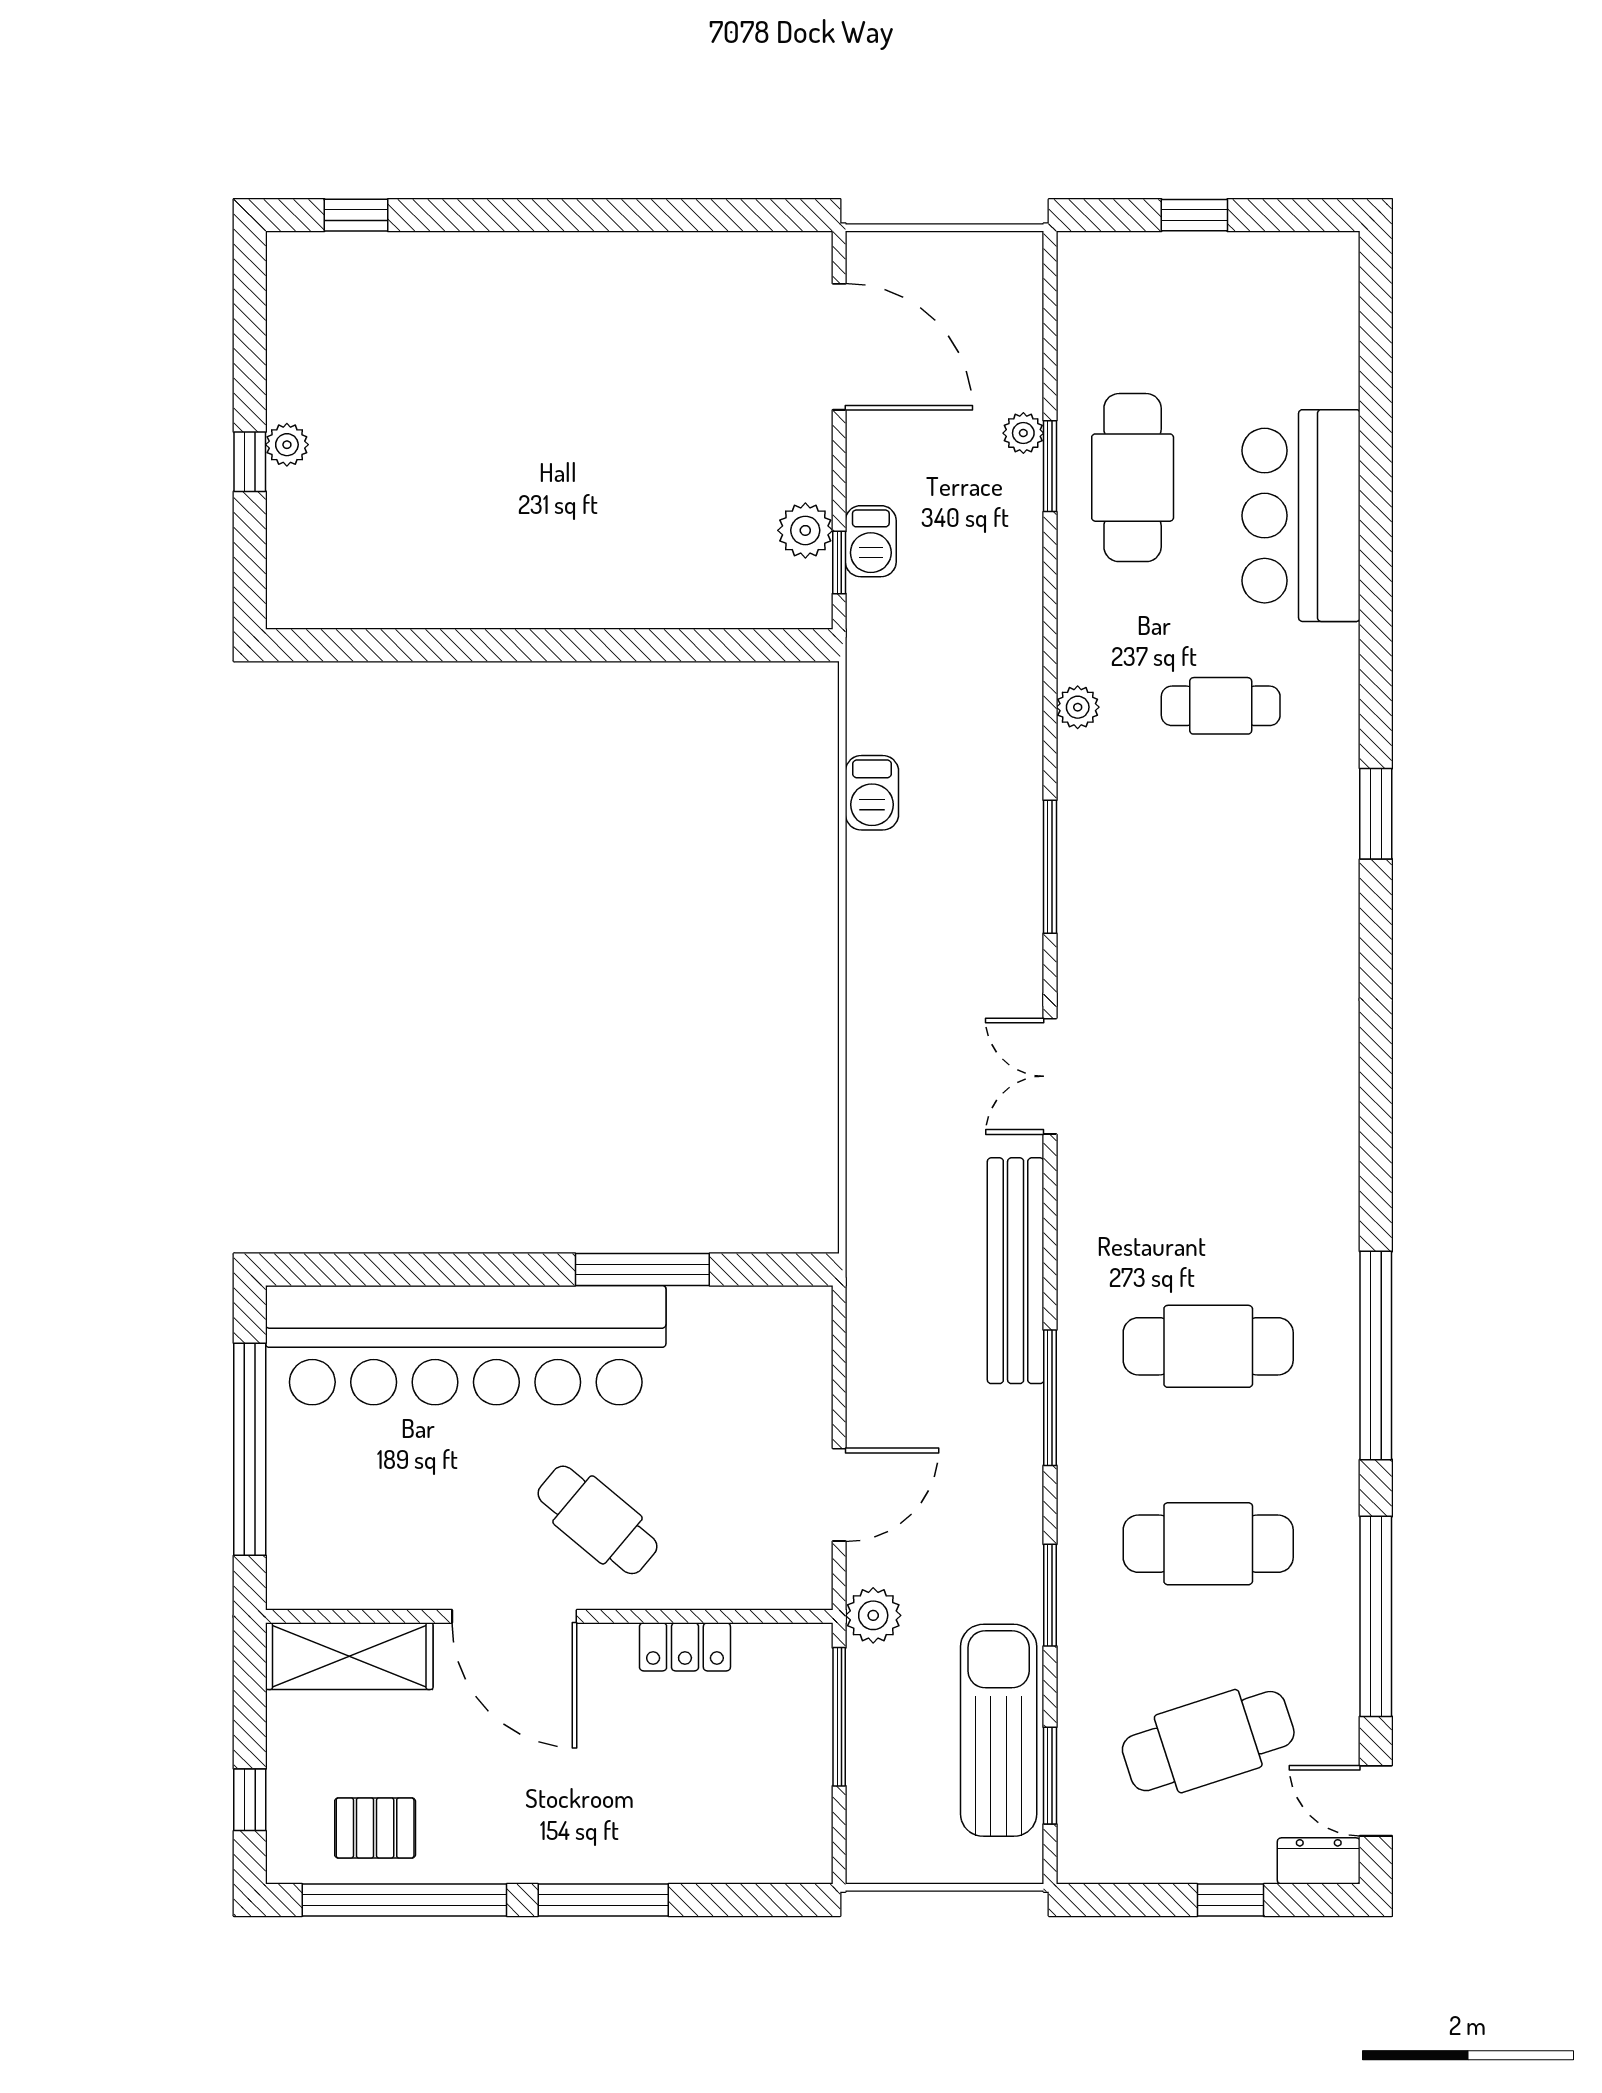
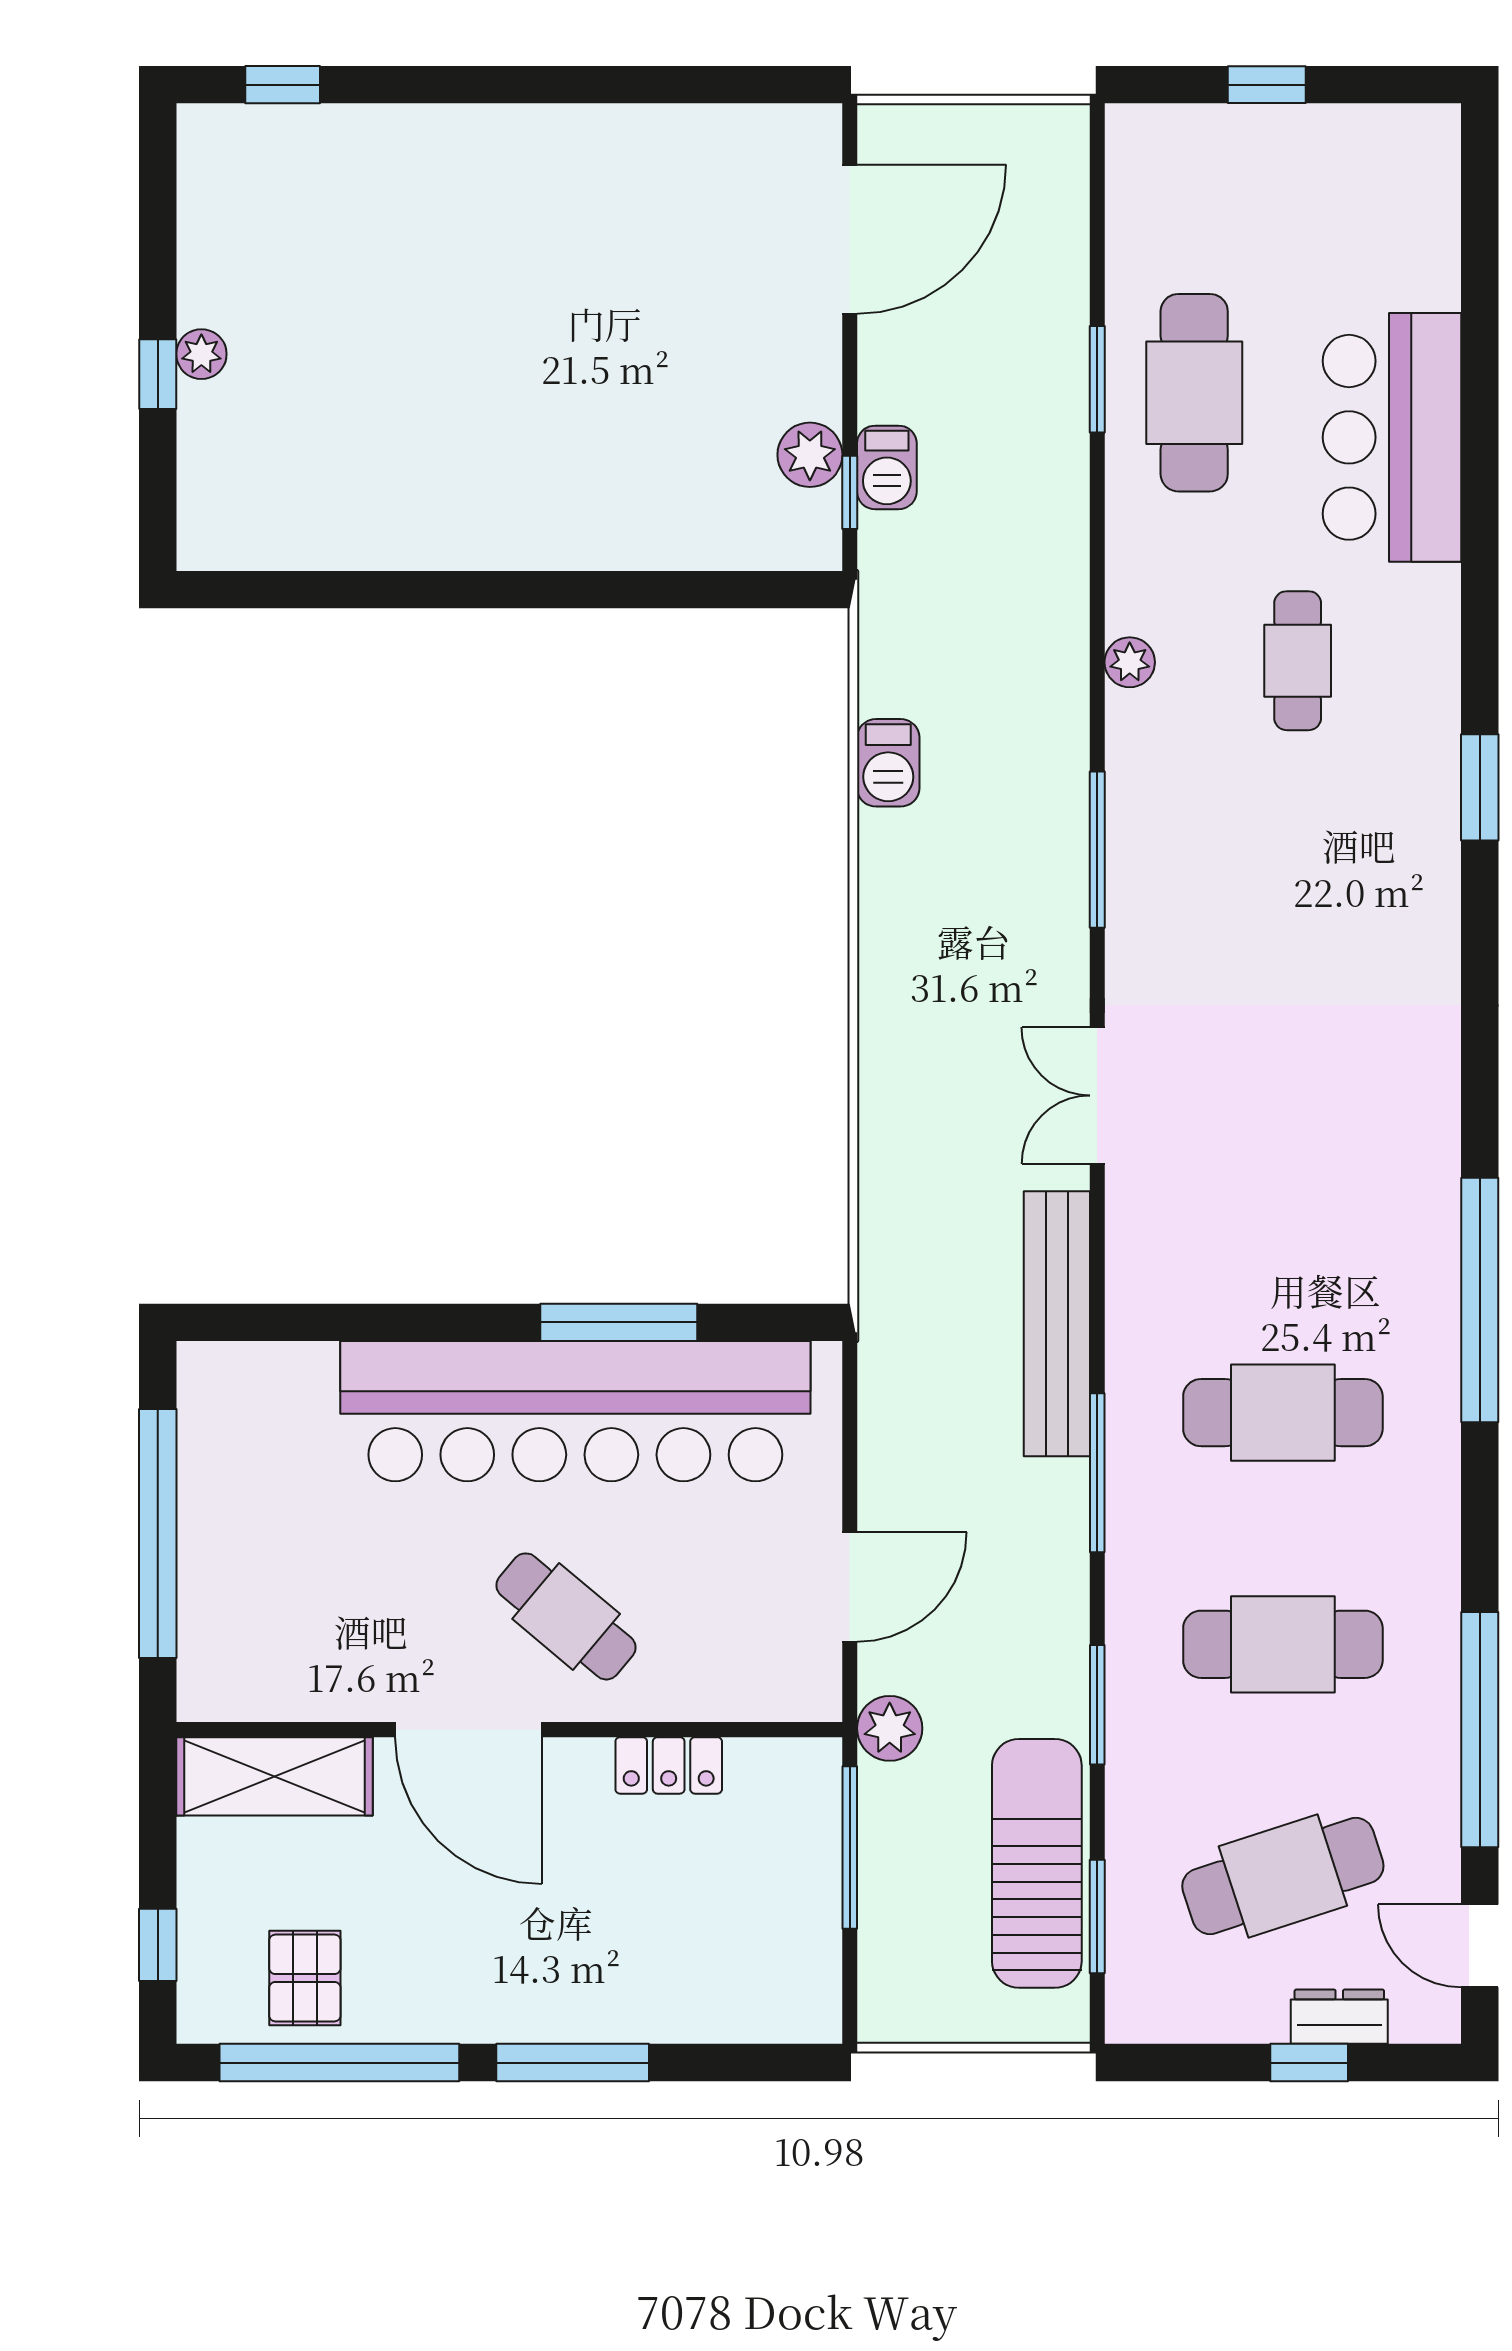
door: (839, 347) -> (850, 239), hinge flipped
plant: (1023, 433) -> (1066, 340), removed
cafe table: (1221, 706) -> (1298, 661), turned 90
bar counter: (466, 1345) -> (575, 1411), moved
window: (1376, 1356) -> (1480, 1300), moved
pallet: (375, 1828) -> (305, 1978), turned 90
dresser: (1319, 1861) -> (1339, 2017), moved

